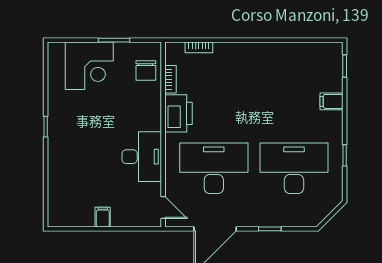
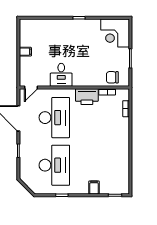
corner desk: (89, 66) -> (115, 33), moved
desk: (142, 157) -> (61, 75), width x0.73

